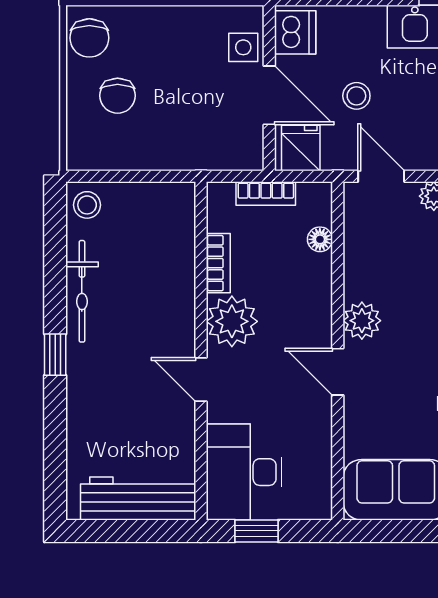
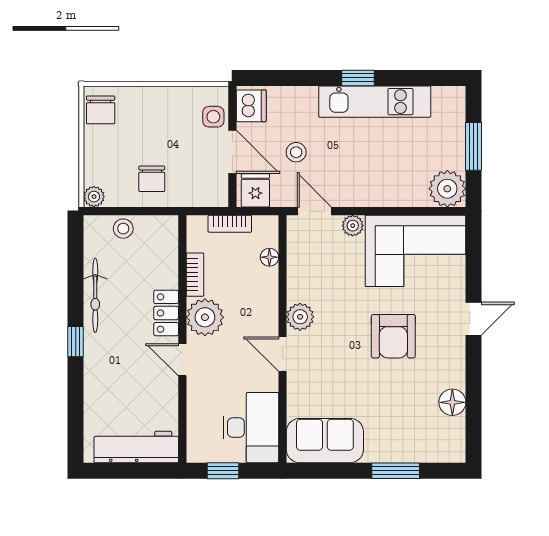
chair: (118, 96) -> (152, 179), moved
plant: (80, 156) -> (94, 197), added
stool: (87, 205) -> (123, 229), moved
locker: (179, 316) -> (166, 313), added
desk: (244, 472) -> (251, 428), moved, turned 180

